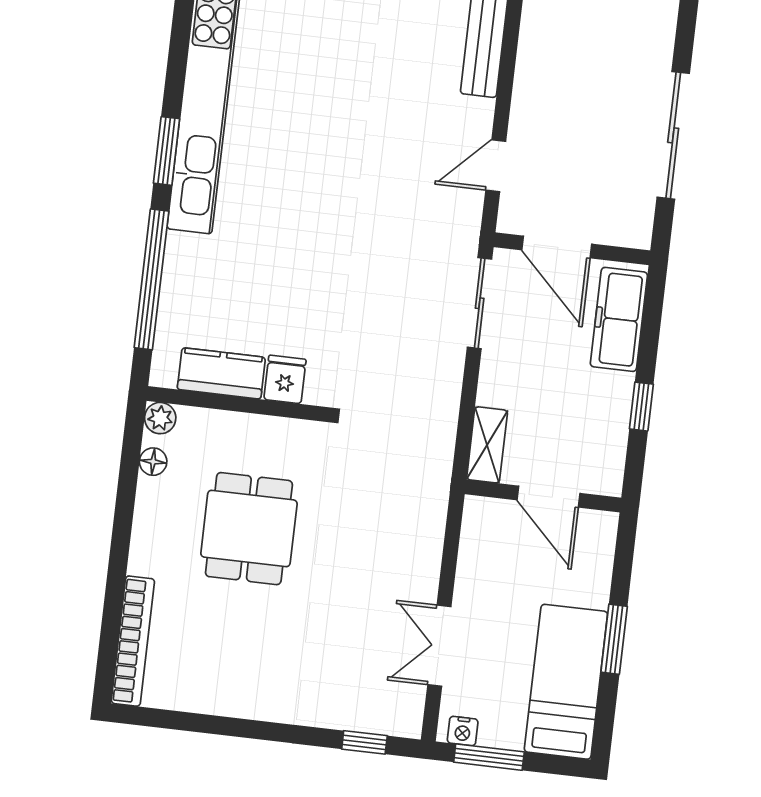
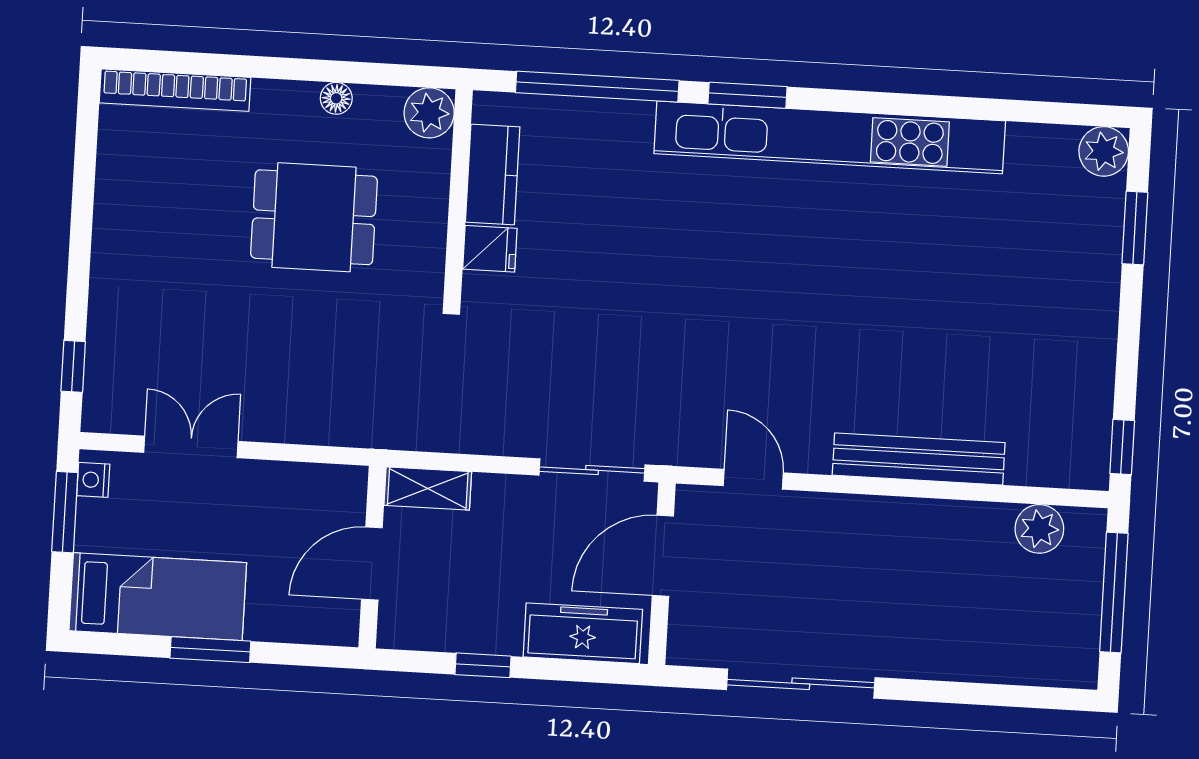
plant: (160, 418) -> (429, 113), width x1.38, depth x1.38
floor lamp: (153, 462) -> (336, 98), moved

